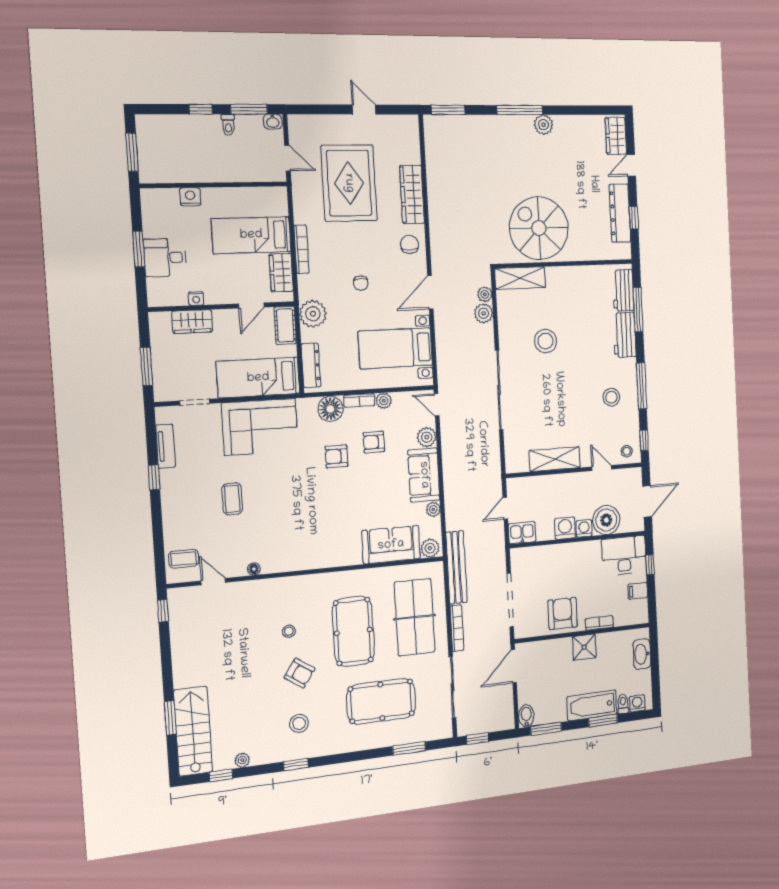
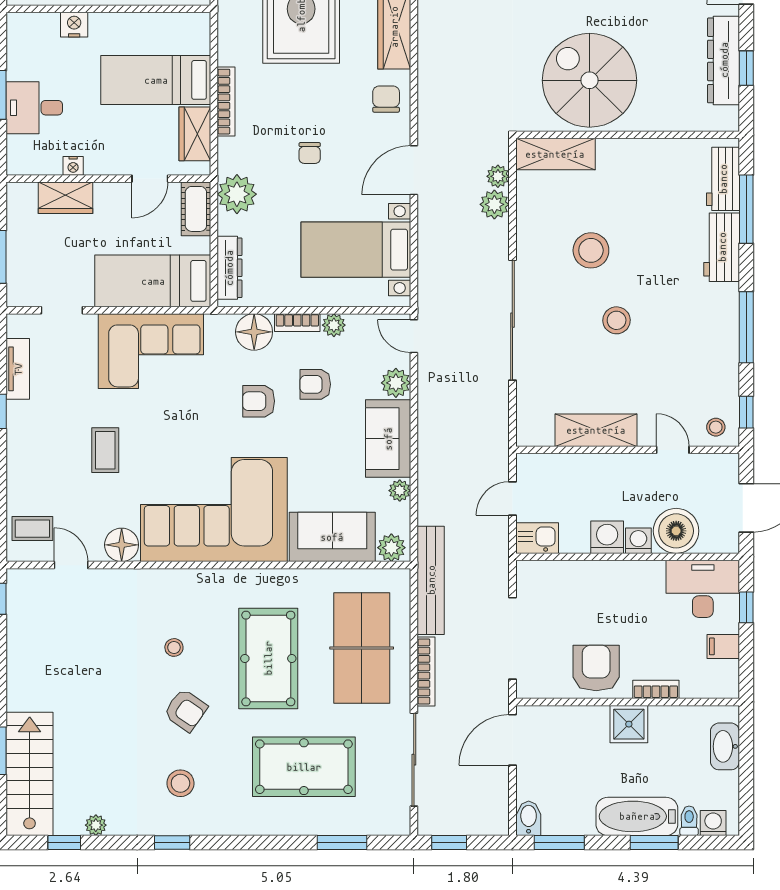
stool: (611, 397) -> (617, 320), moved
corner sofa: (310, 534) -> (214, 510), added
floor lamp: (254, 569) -> (122, 545), width x1.89, depth x1.89

